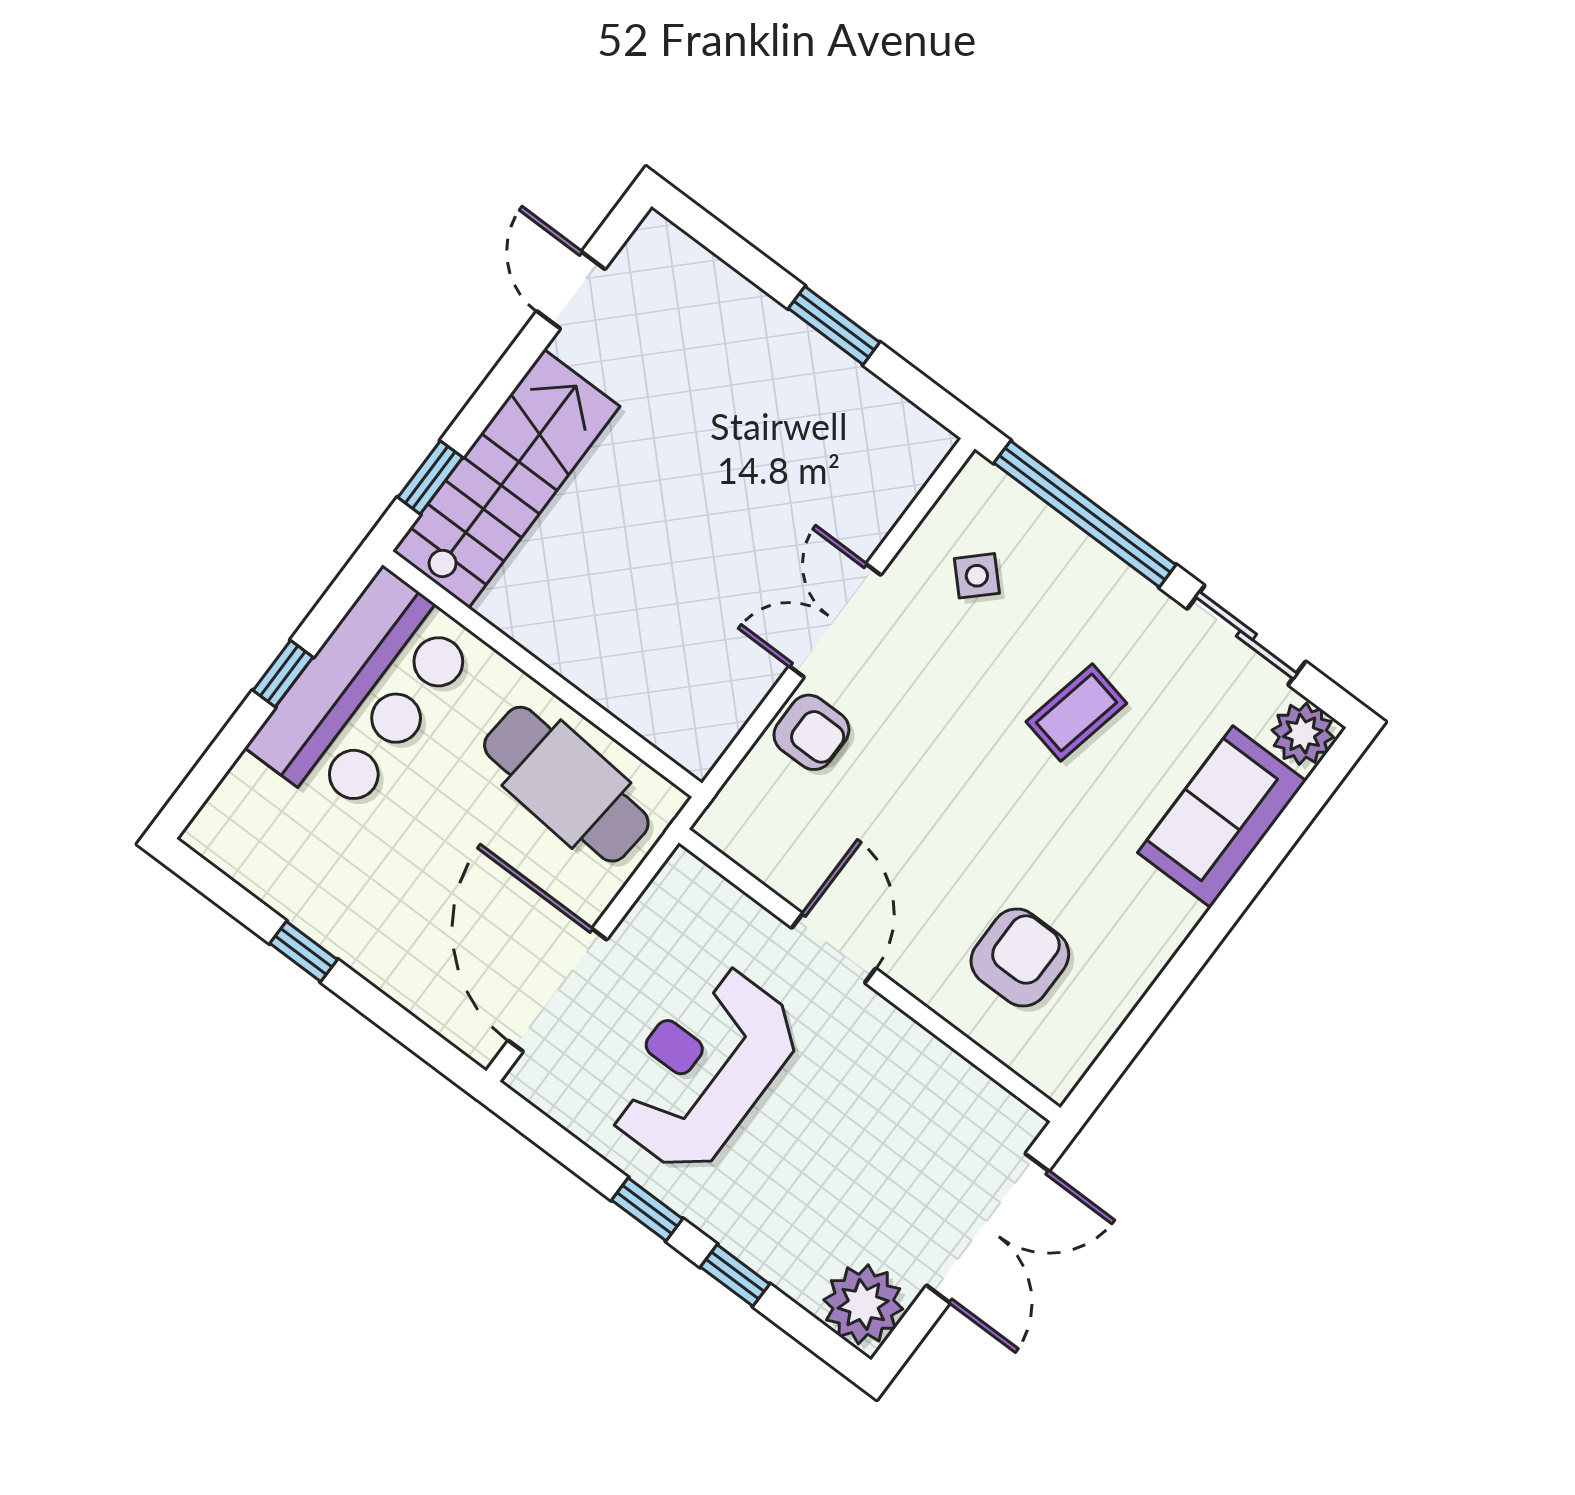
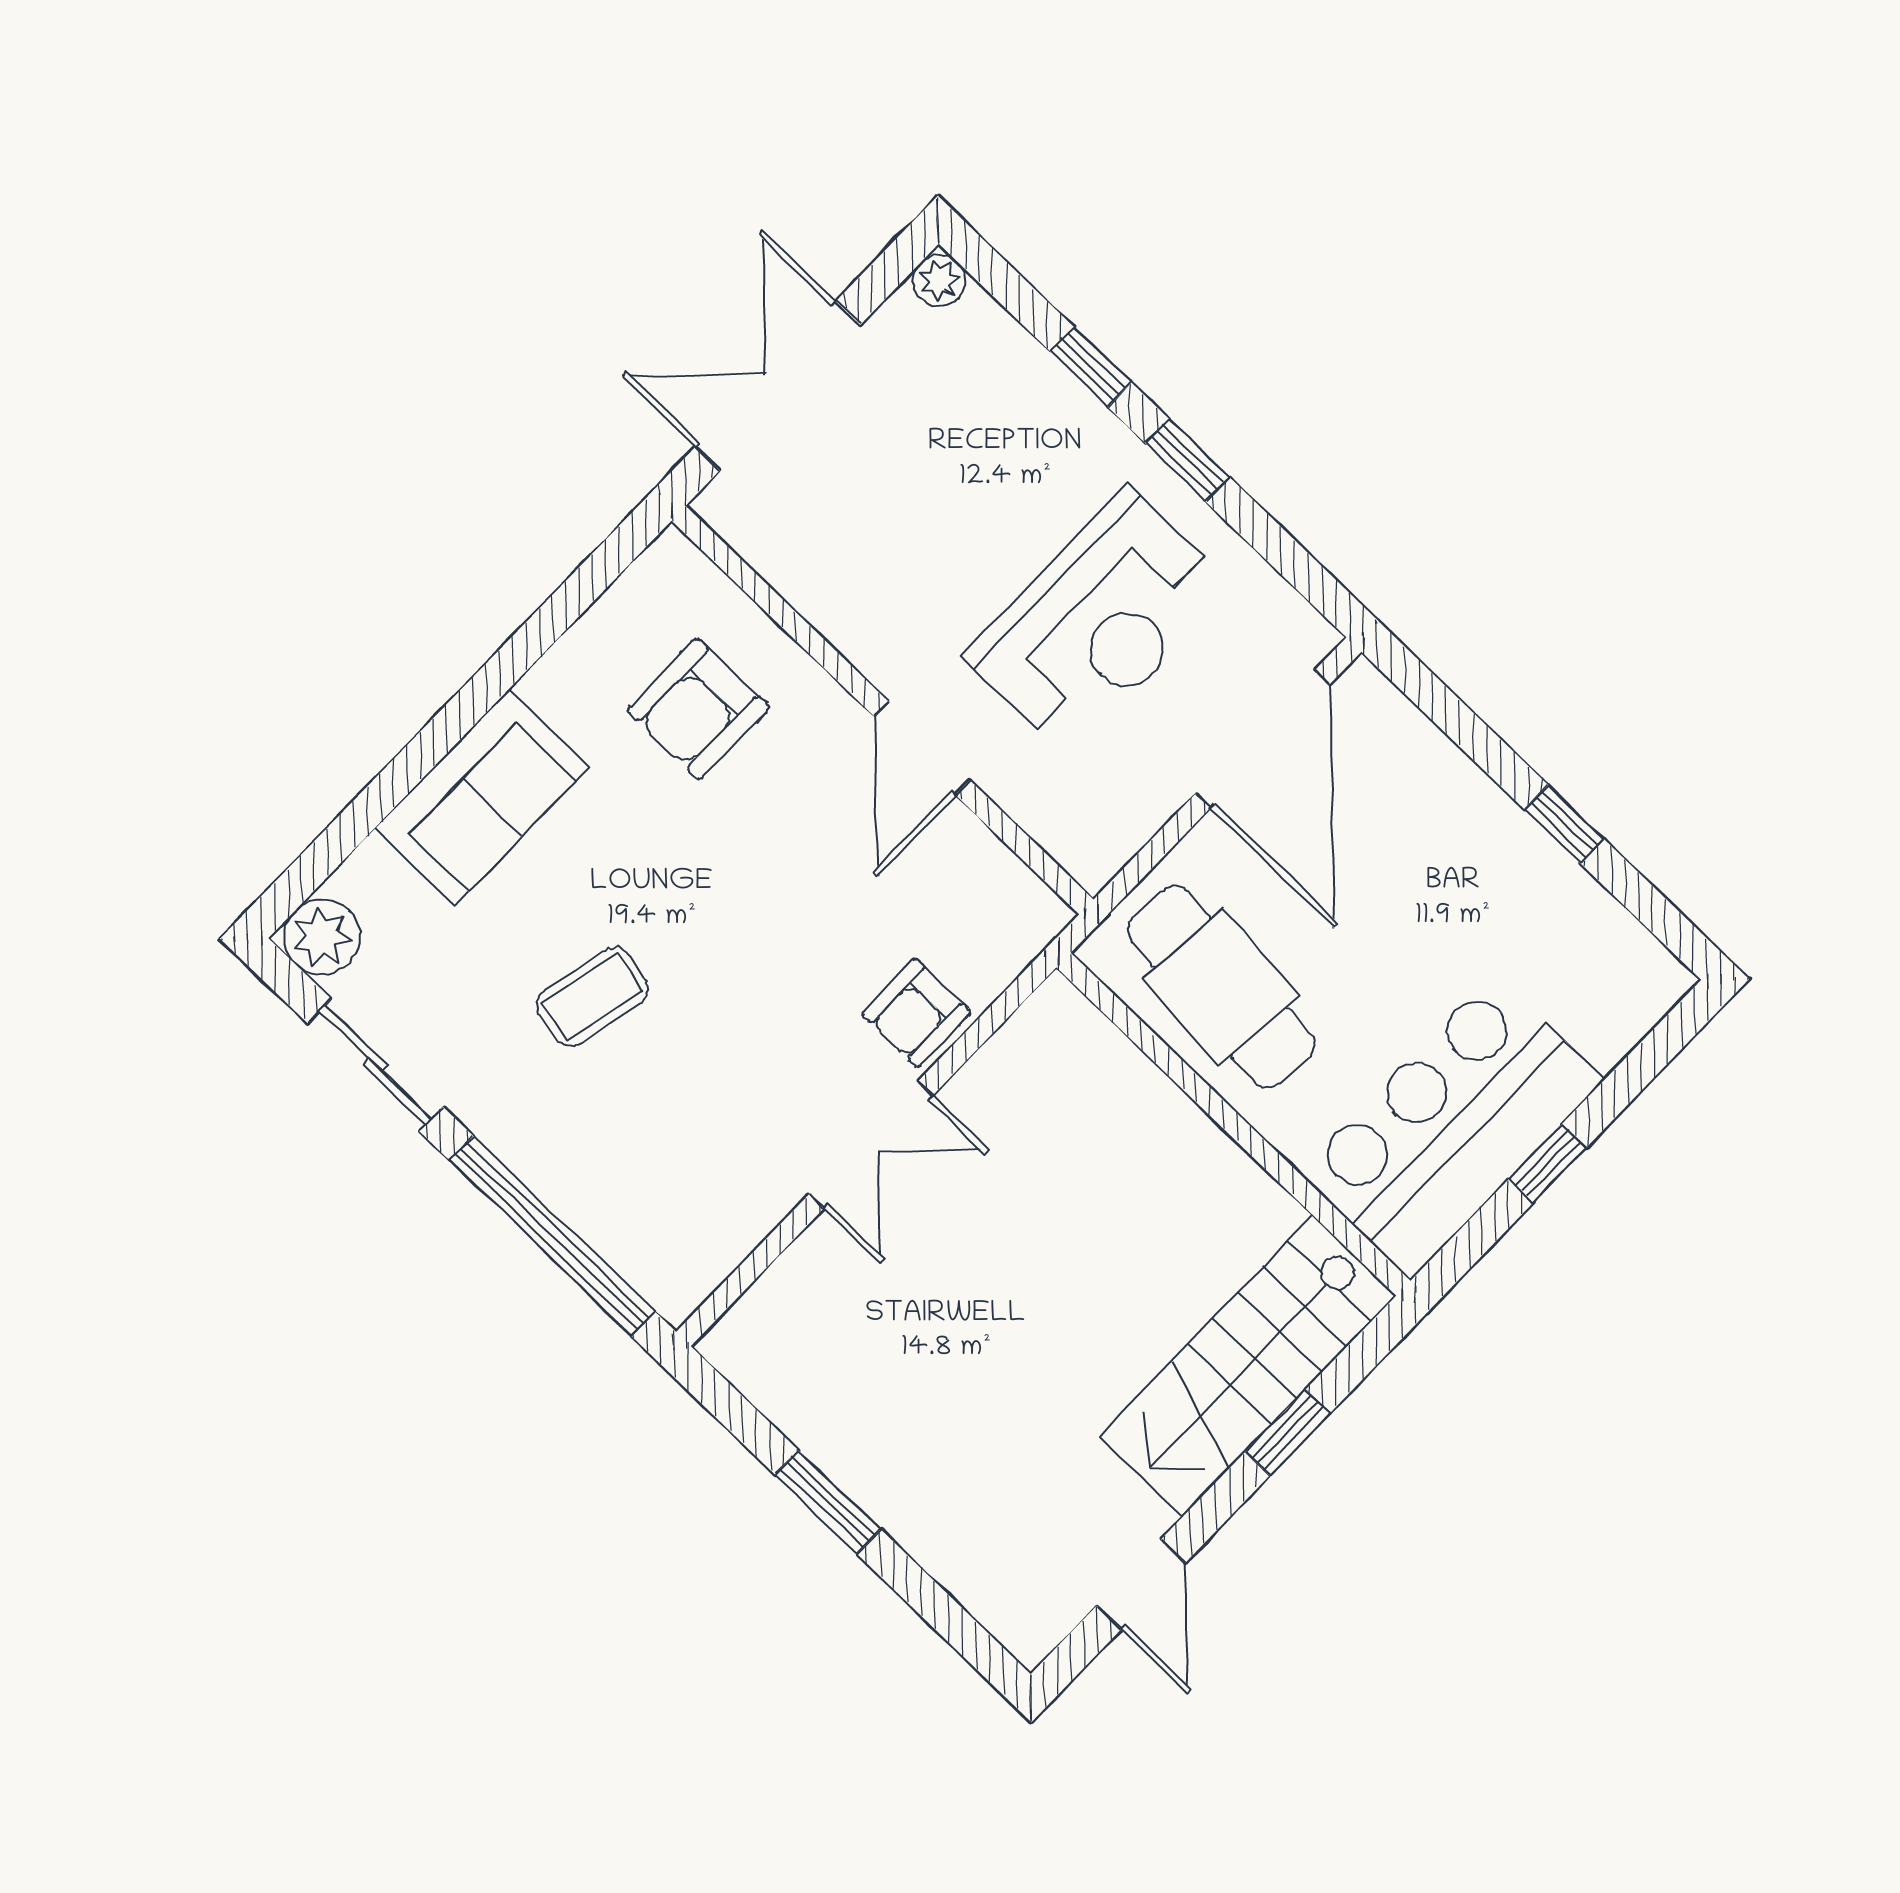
window: (430, 477) -> (1288, 1433), moved
side table: (977, 576) -> (692, 1177), removed
armchair: (811, 732) -> (916, 1013), turned -90
sofa: (1222, 817) -> (482, 797), moved
plant: (863, 1304) -> (939, 280), width x0.53, depth x0.53

